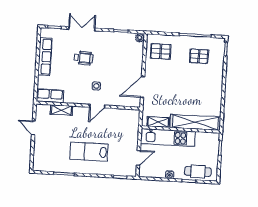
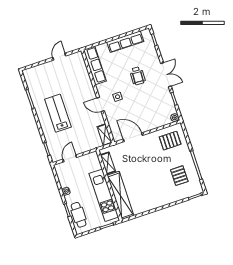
double door: (82, 29) -> (166, 75), moved
pallet: (161, 51) -> (170, 141), turned 90
row of seats: (50, 96) -> (95, 65), width x1.48
shelving: (61, 110) -> (105, 135), moved
kitchen unit: (168, 138) -> (104, 195), moved
door: (138, 158) -> (70, 158), swing flipped

